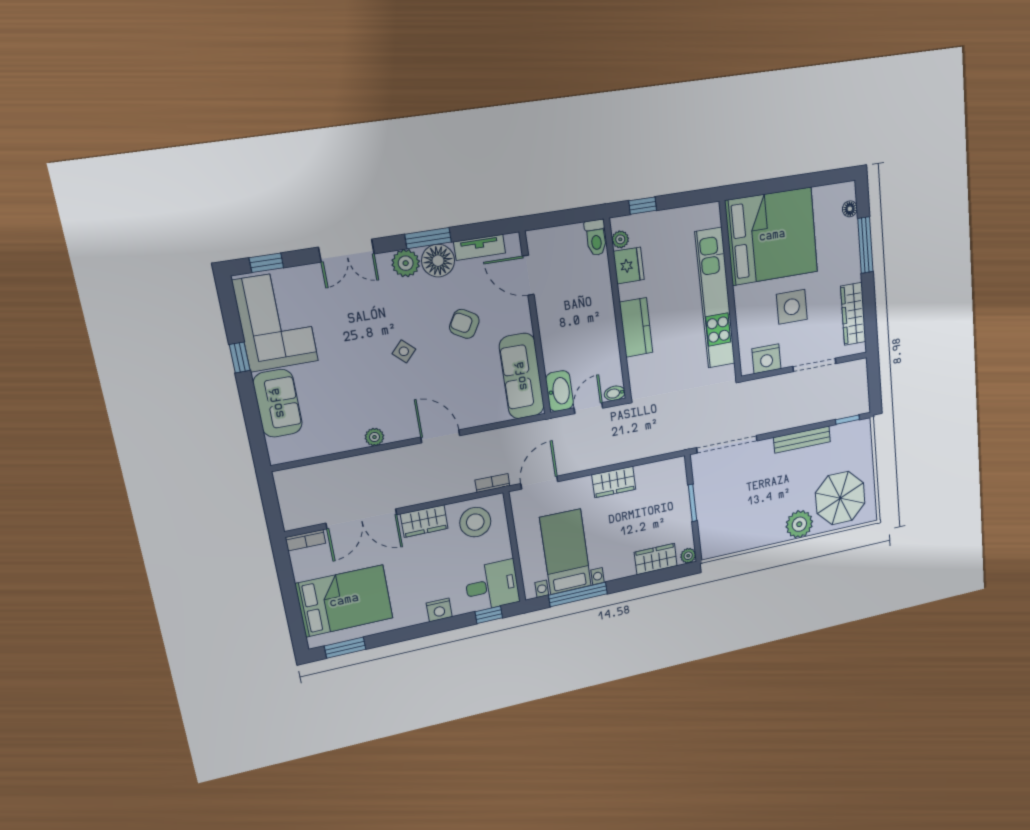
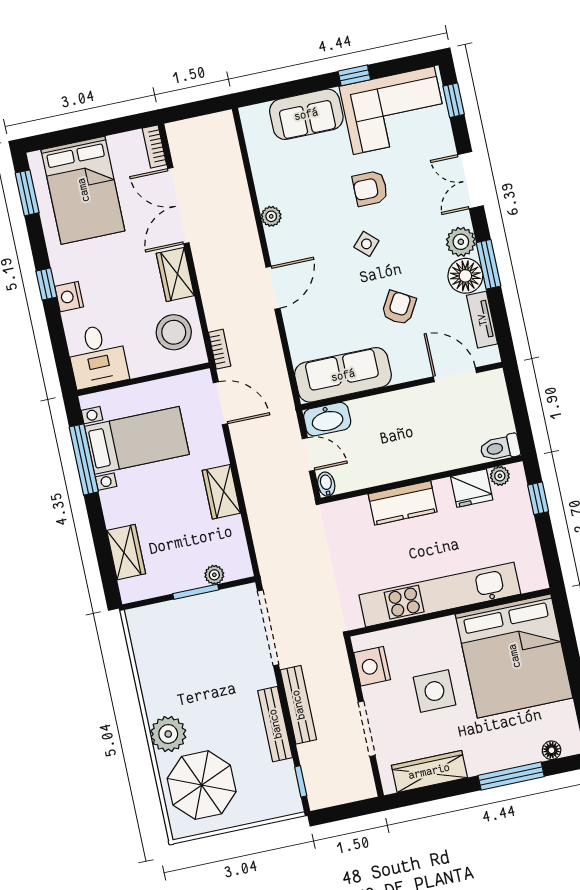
door: (528, 275) -> (455, 375), hinge flipped
armchair: (351, 346) -> (370, 188), added
bench: (789, 420) -> (298, 705), added
plant: (688, 556) -> (214, 575), moved
window: (489, 615) -> (46, 284), moved

